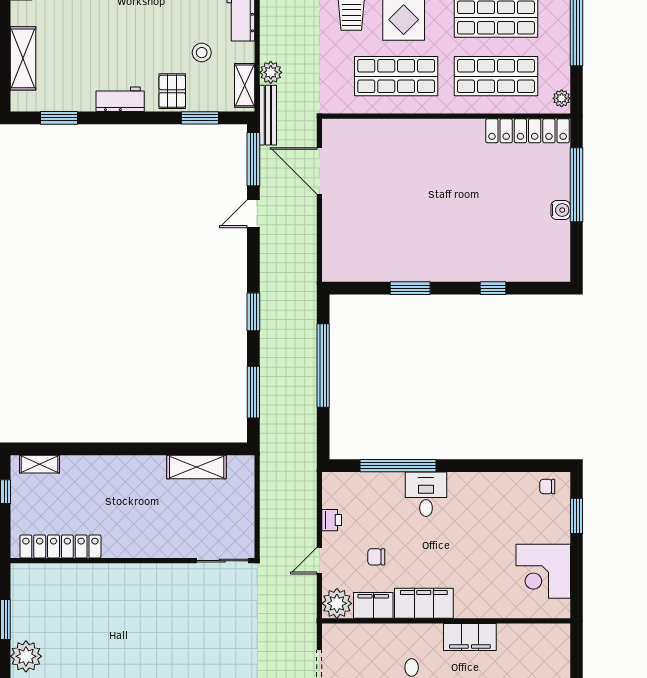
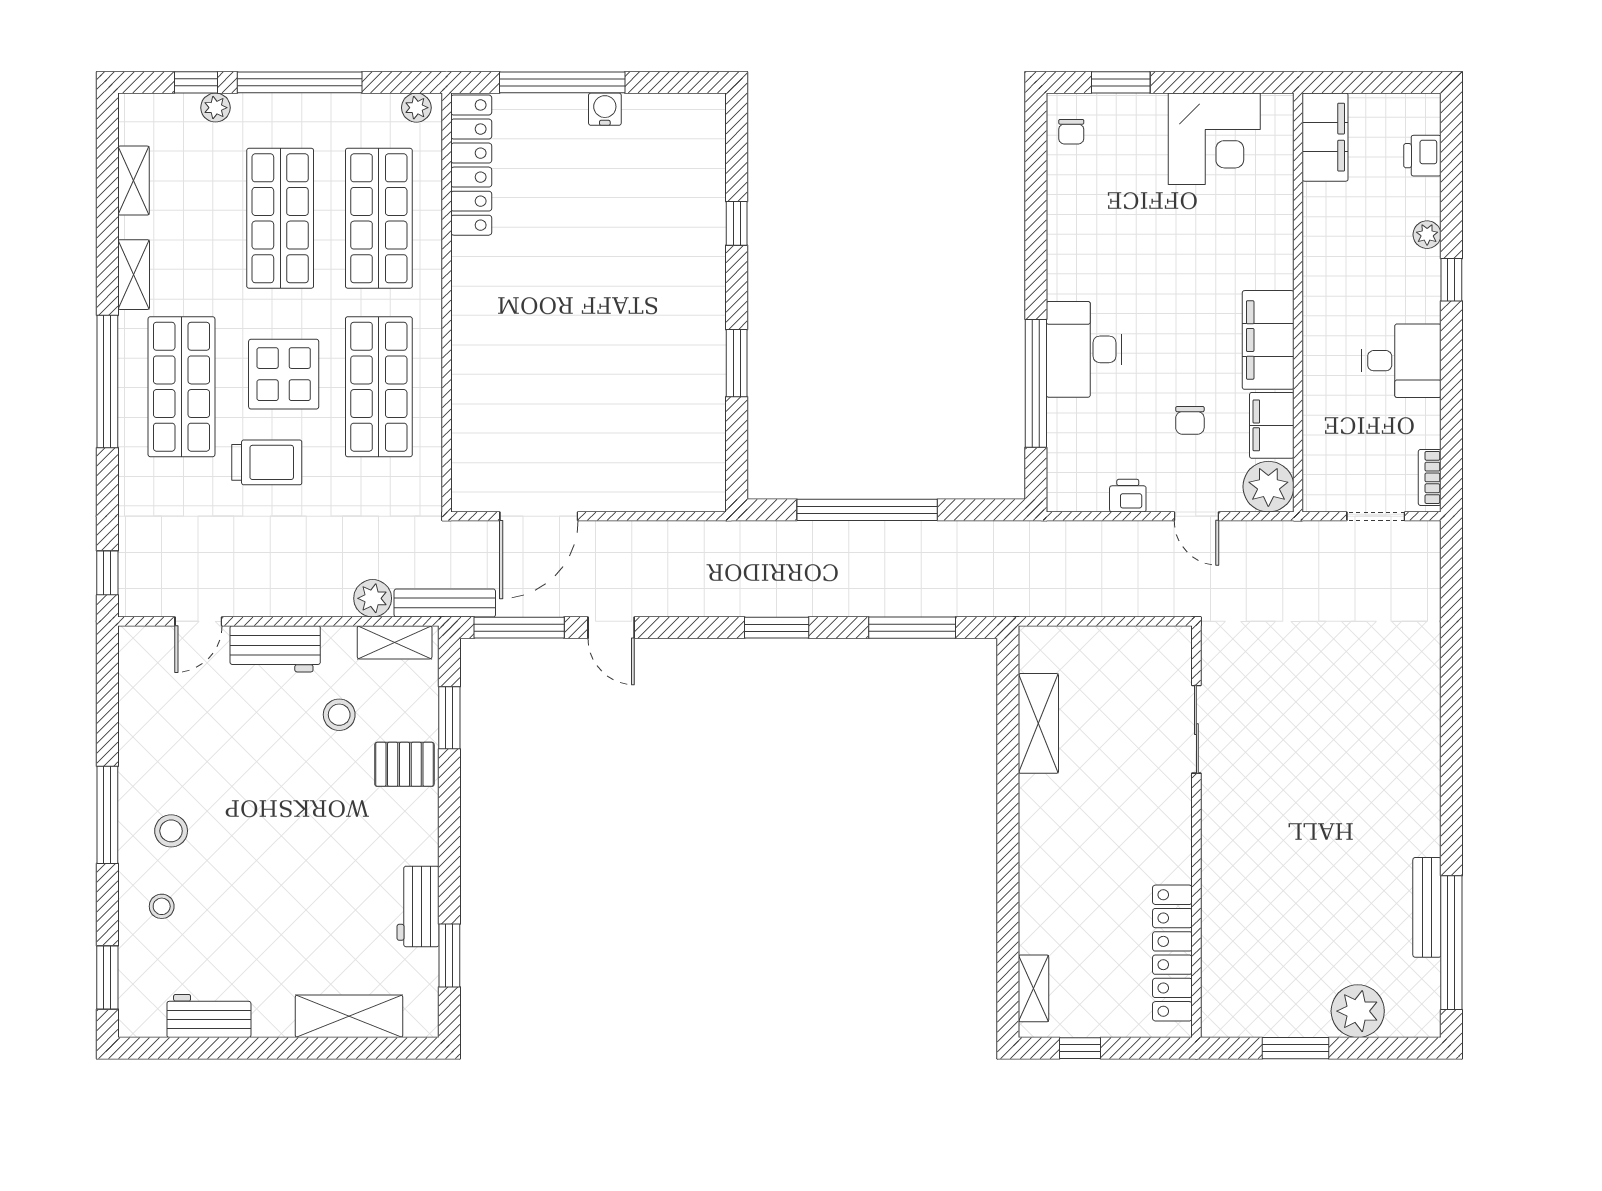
workbench: (120, 99) -> (418, 906), moved
desk: (426, 494) -> (1084, 349), width x1.37
sliding door: (222, 561) -> (1196, 729), moved
filing cabinet: (470, 637) -> (1325, 137), moved

